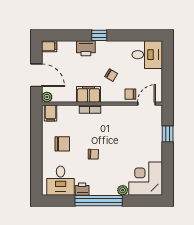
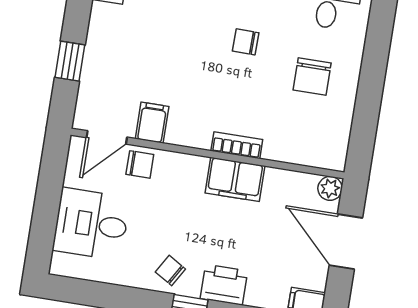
desk: (147, 55) -> (91, 224), moved
chair: (111, 75) -> (170, 270), moved
filing cabinet: (51, 113) -> (152, 123), moved
chair: (62, 144) -> (312, 76), turned -90

